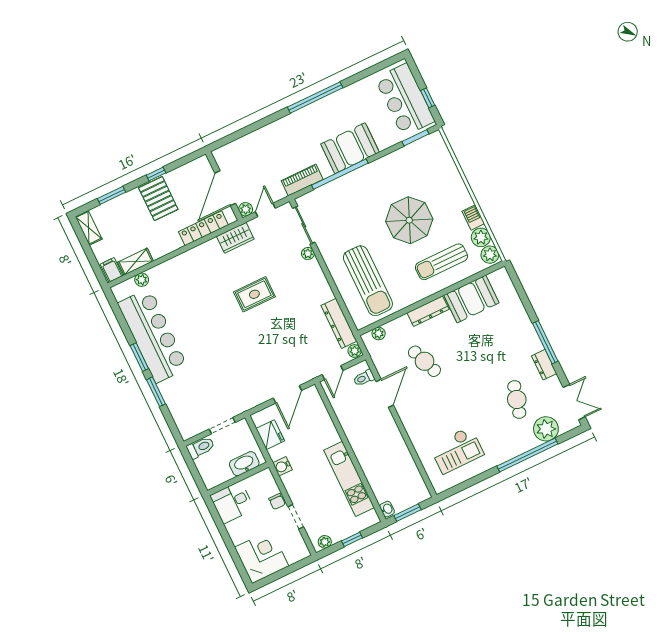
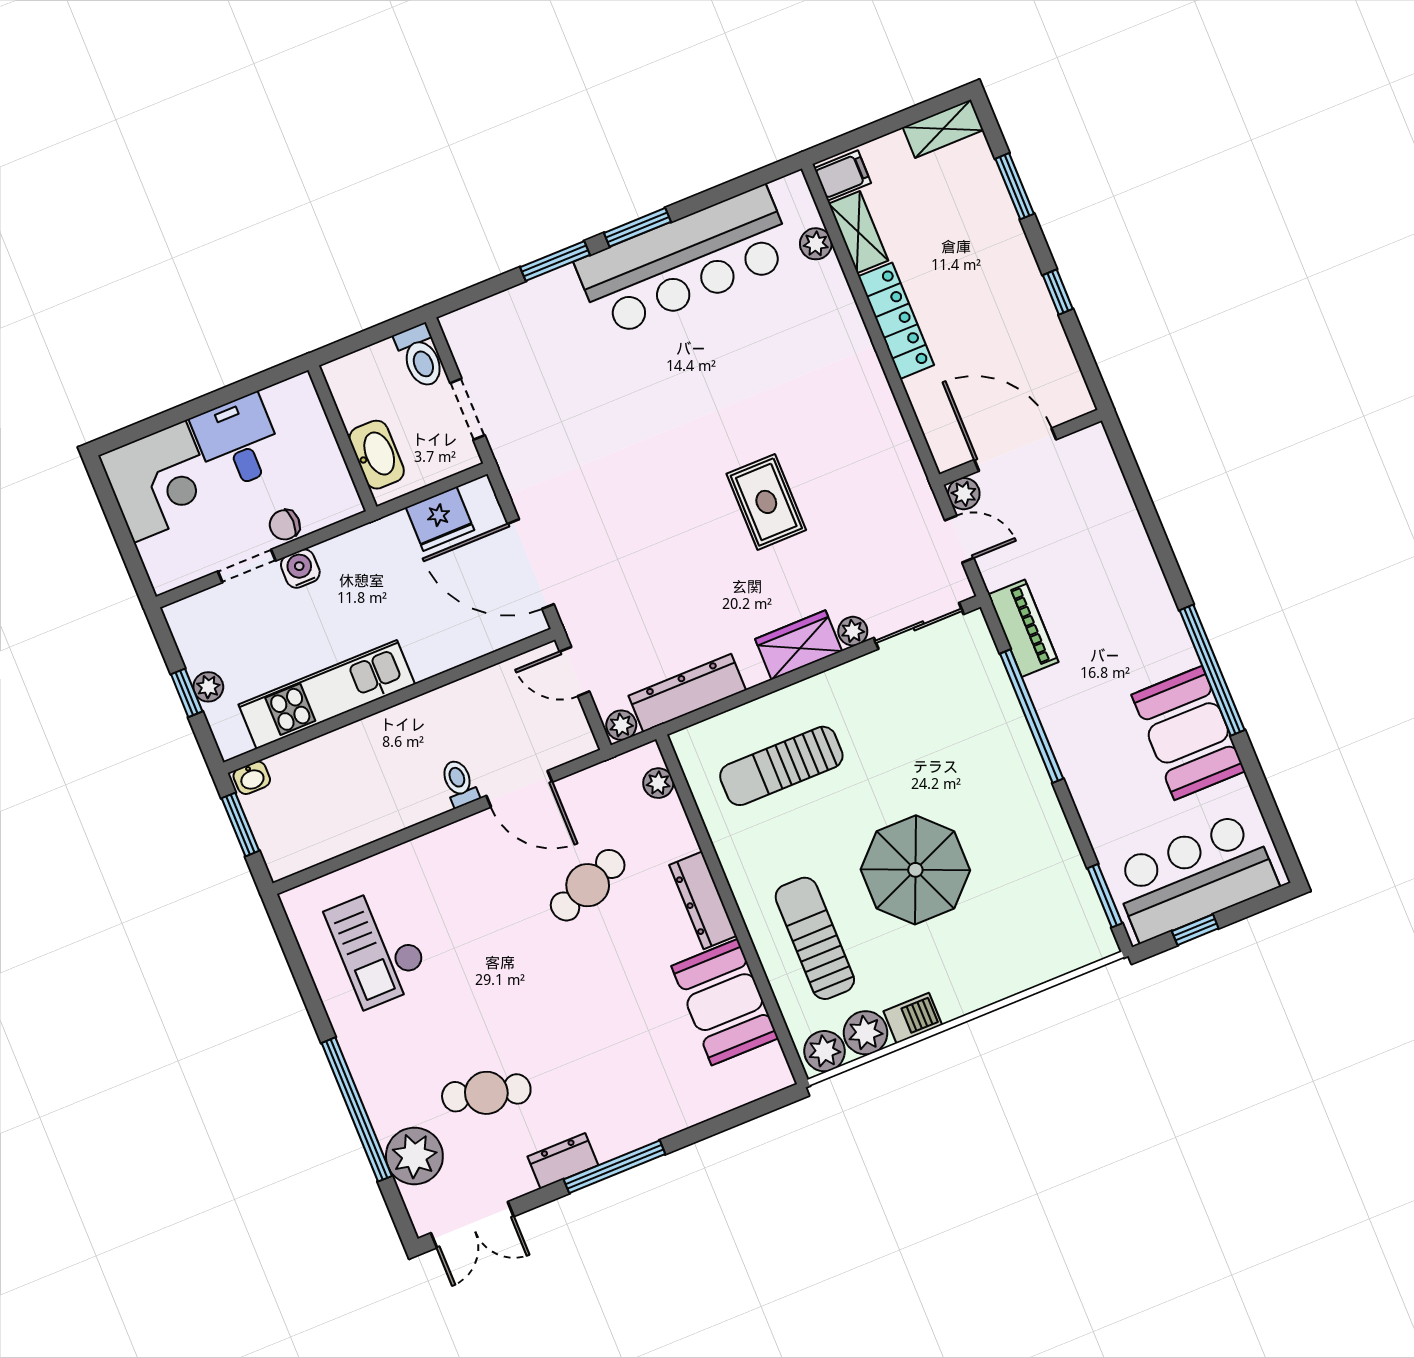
booth: (350, 148) -> (1188, 733), moved
pallet: (158, 199) -> (1001, 294), removed
locker: (203, 228) -> (896, 321), moved
wardrobe: (235, 238) -> (799, 645), moved, turned 90
sun lounger: (368, 281) -> (781, 766), width x0.73, depth x0.75
toilet: (364, 378) -> (459, 783), moved
door: (287, 394) -> (531, 564), width x1.36
water cooler: (282, 466) -> (300, 569), moved
desk: (232, 502) -> (238, 442), moved
plant: (325, 542) -> (208, 687), moved

